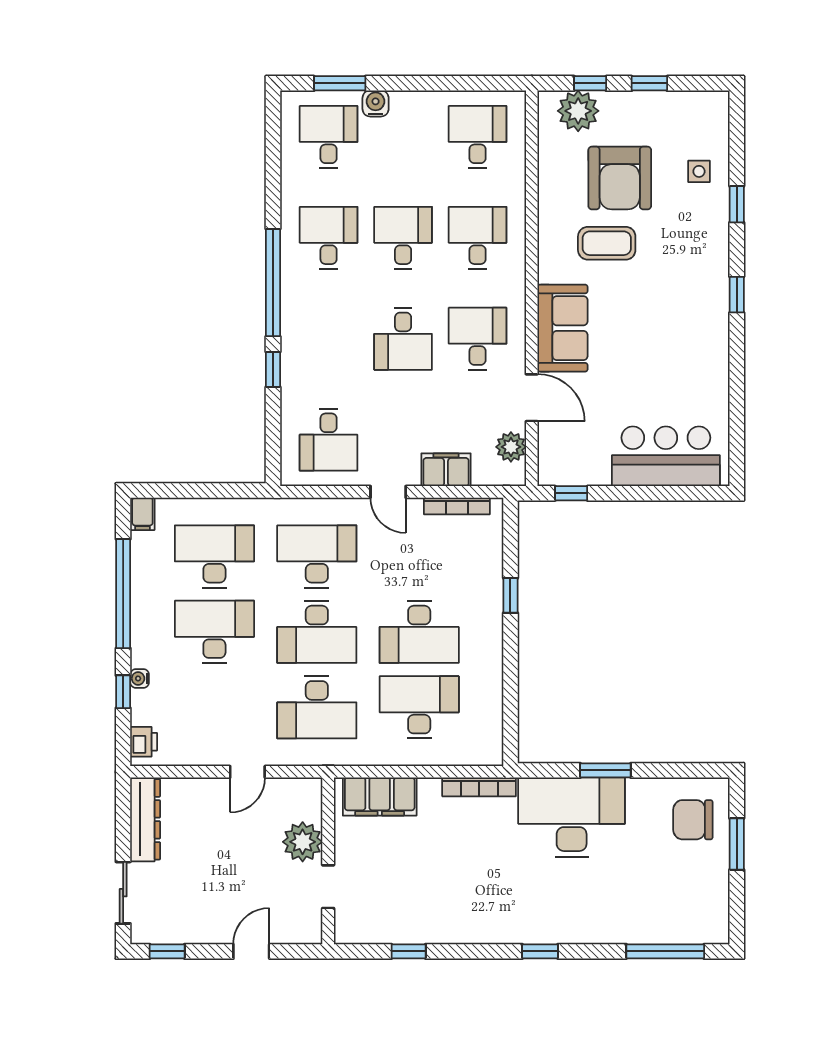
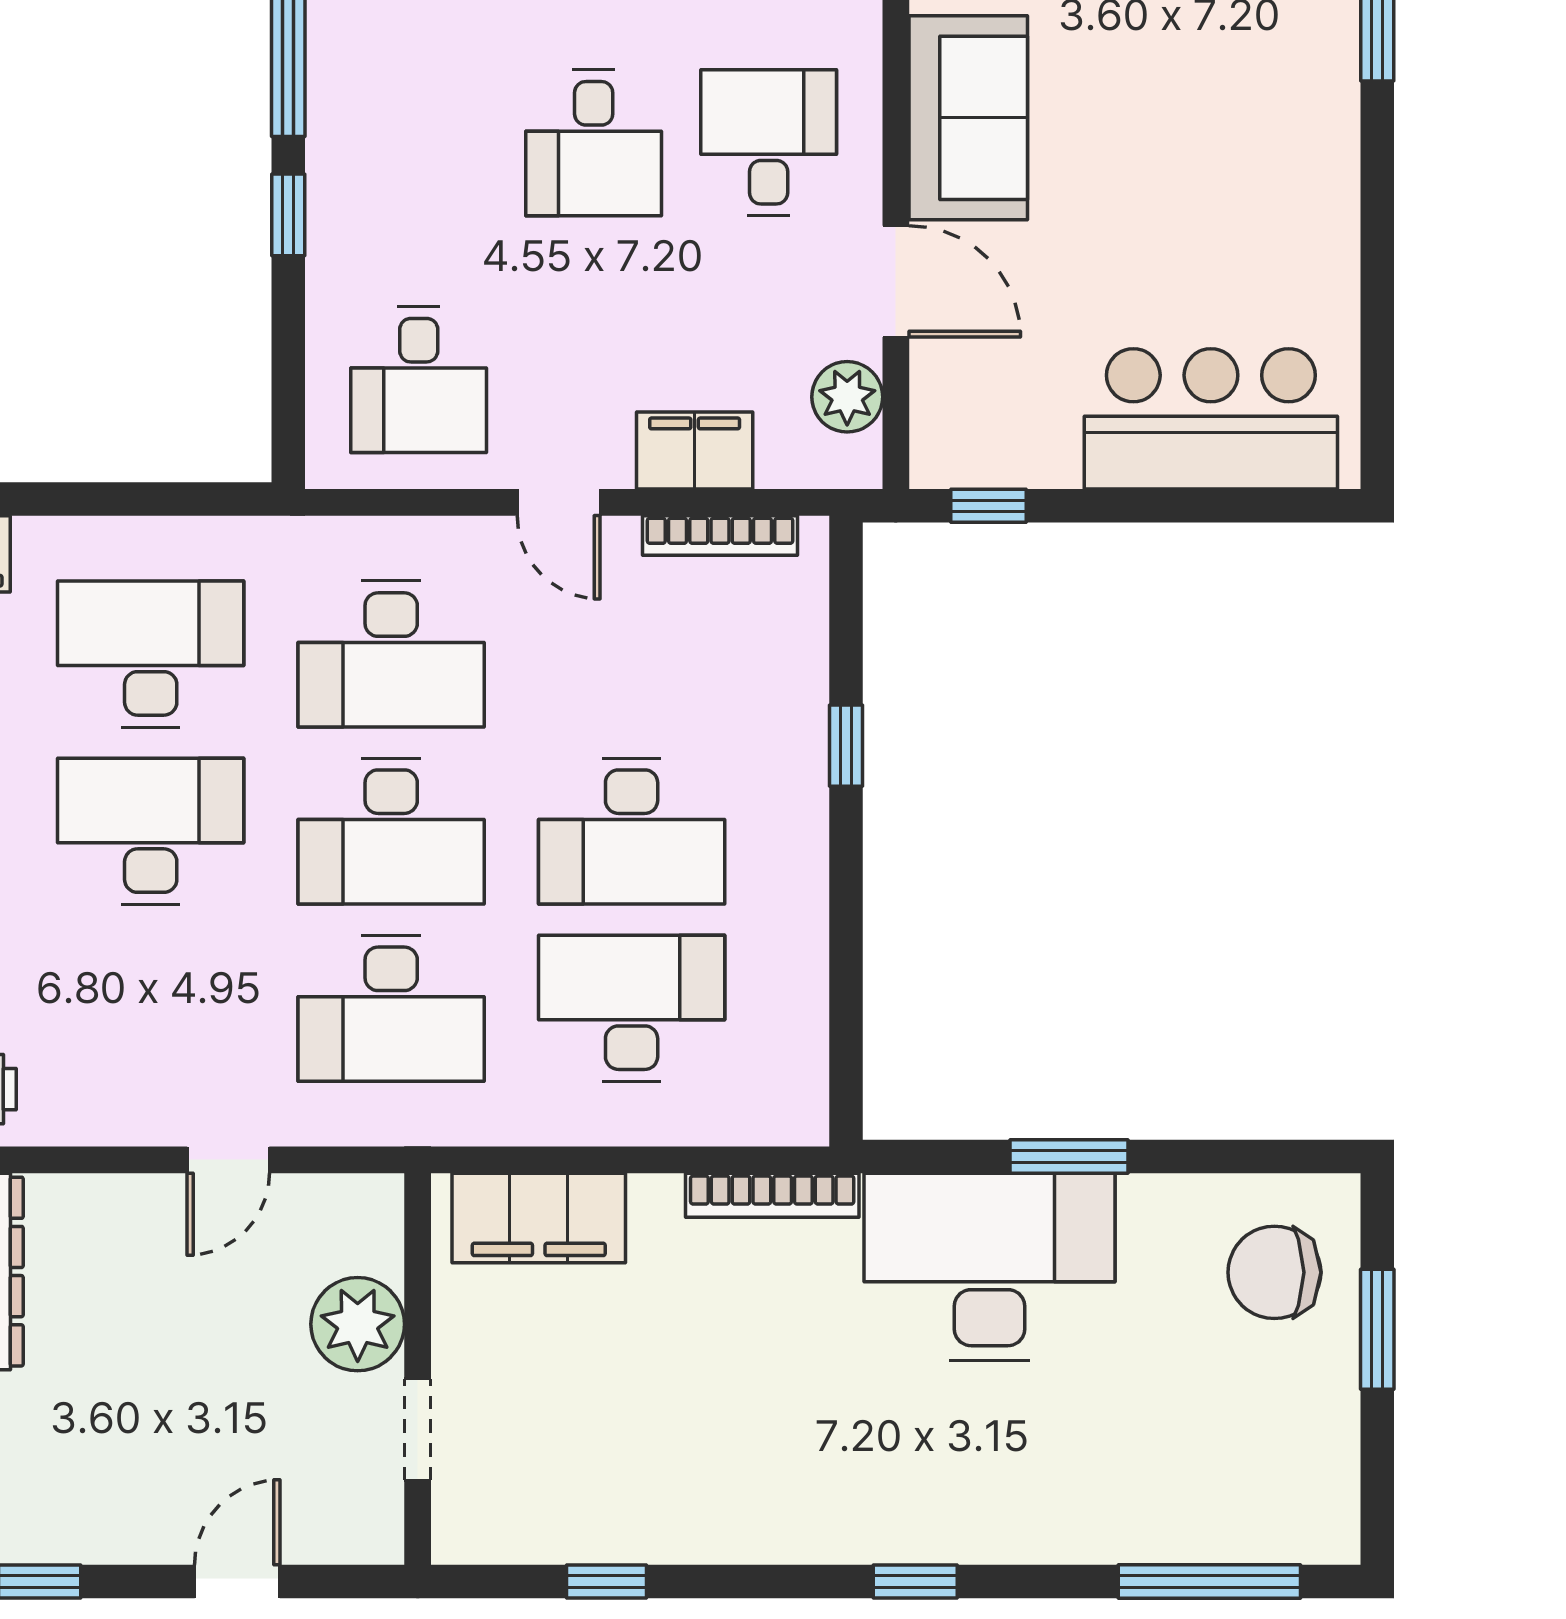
desk: (317, 556) -> (391, 654), turned 180

